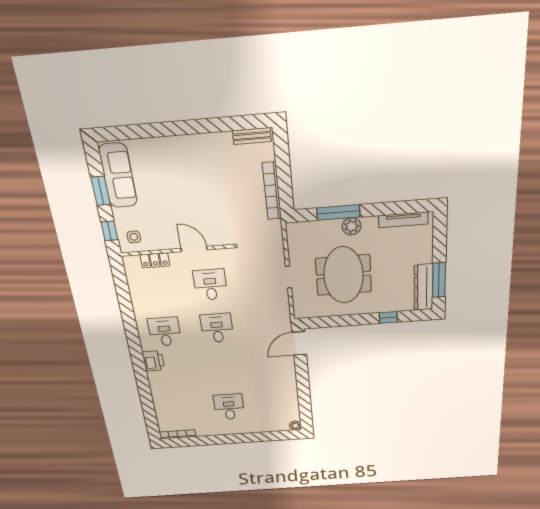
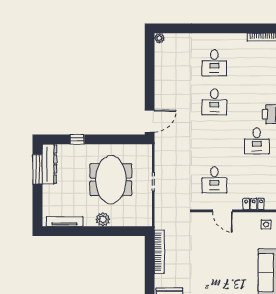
window: (338, 213) -> (112, 231), removed
desk: (217, 328) -> (214, 102), moved

